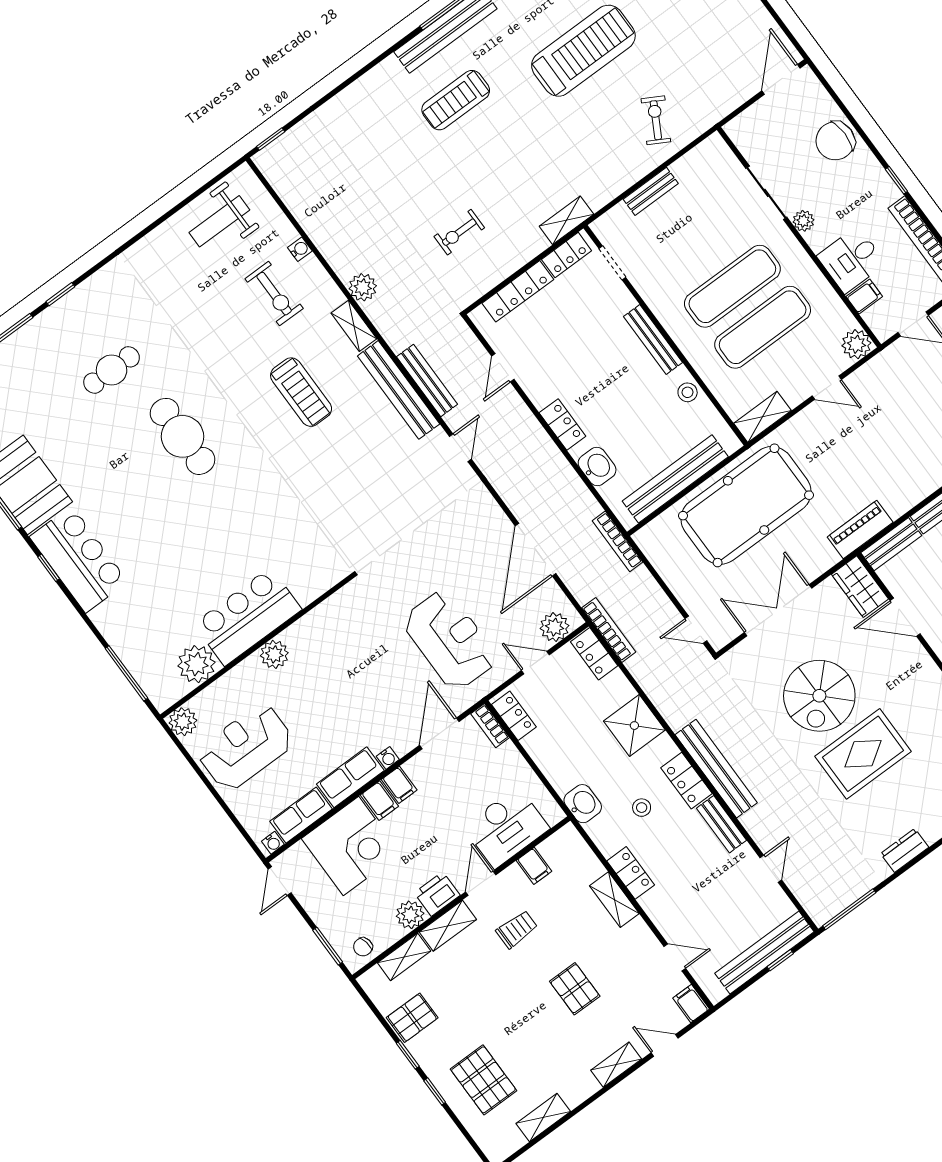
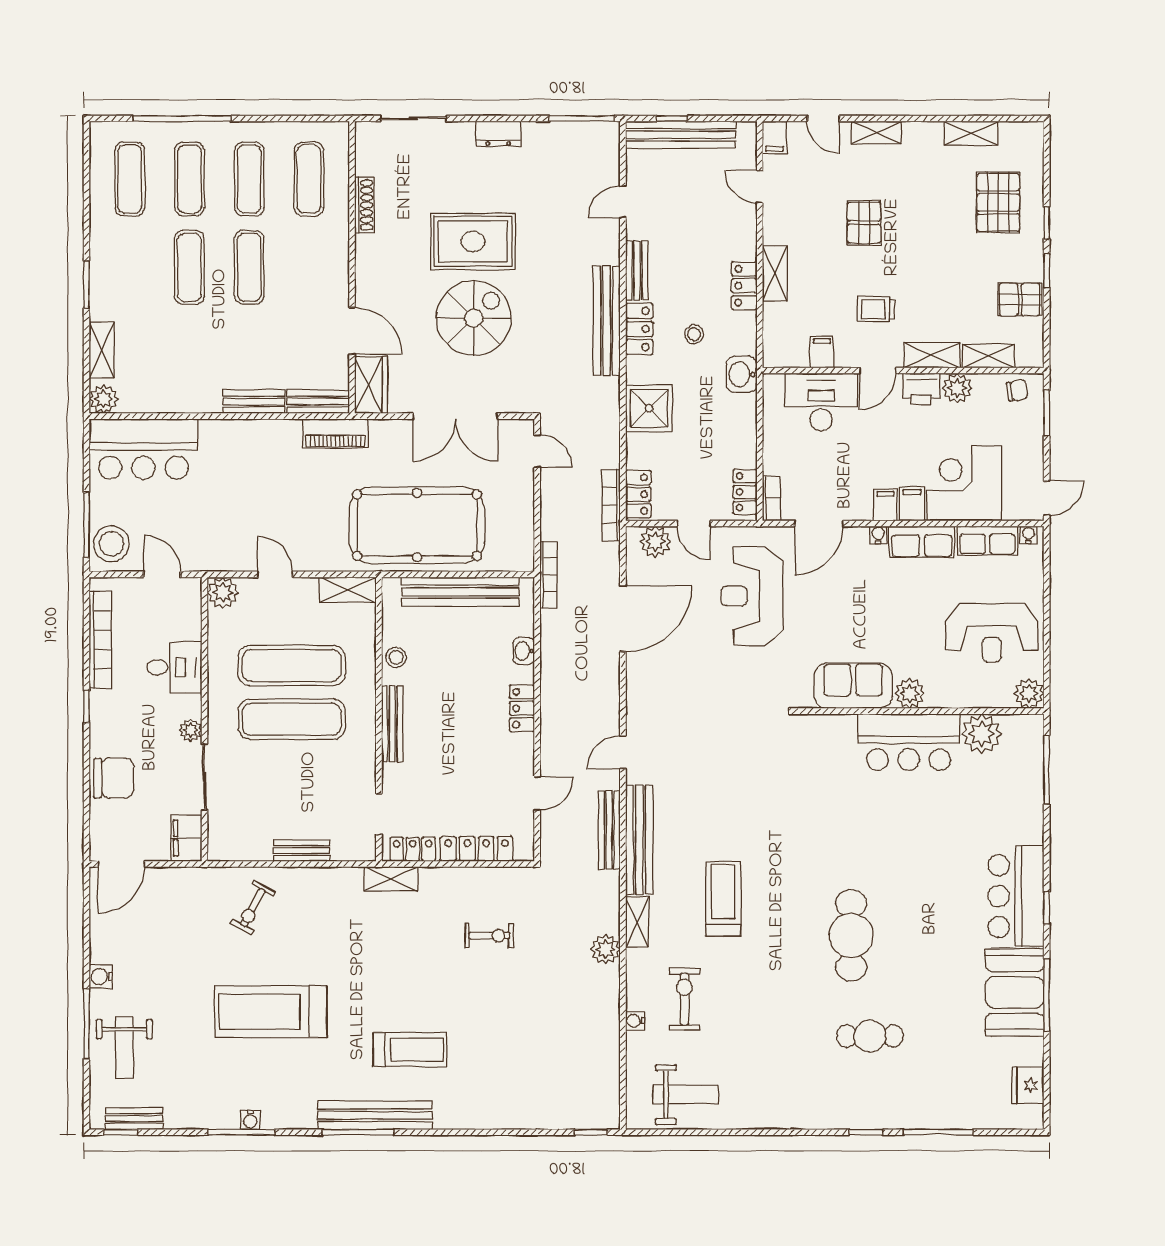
filing cabinet: (864, 297) -> (186, 838), moved, width x2.00
washbasin: (597, 466) -> (524, 651), width x0.72, depth x0.69
sofa: (322, 628) -> (853, 686), added

